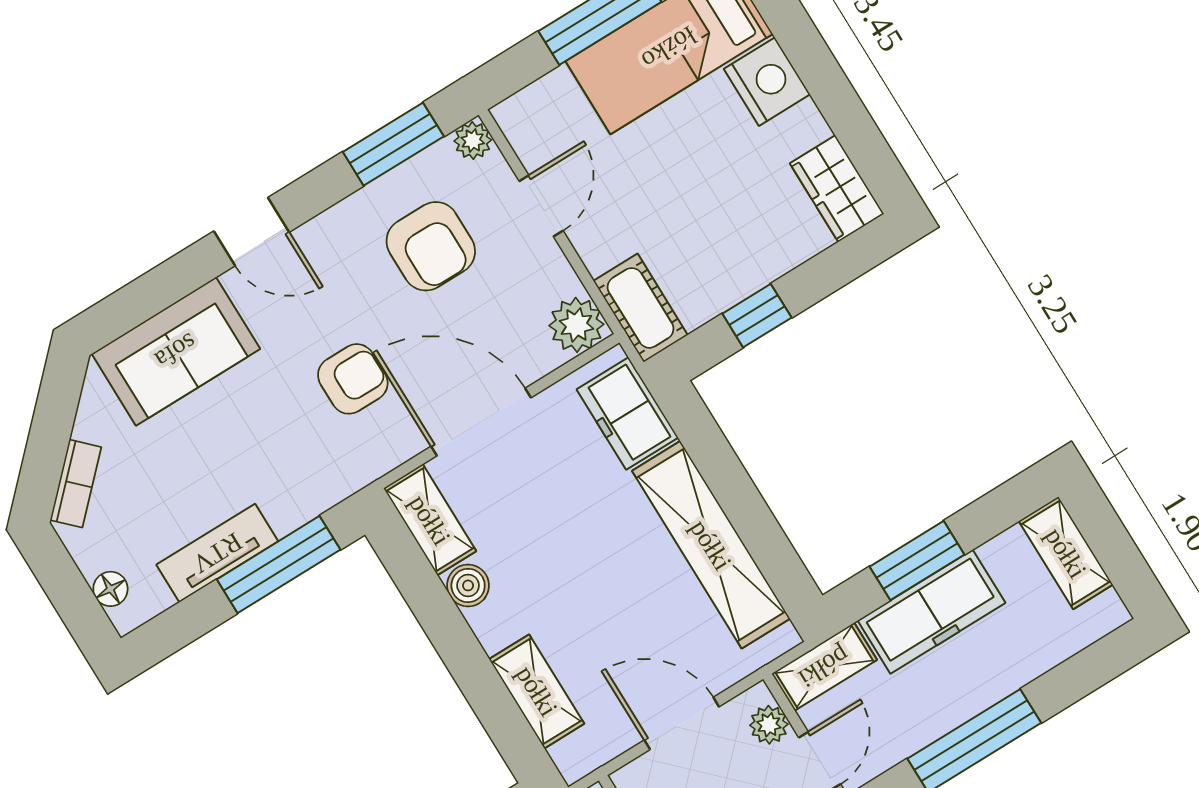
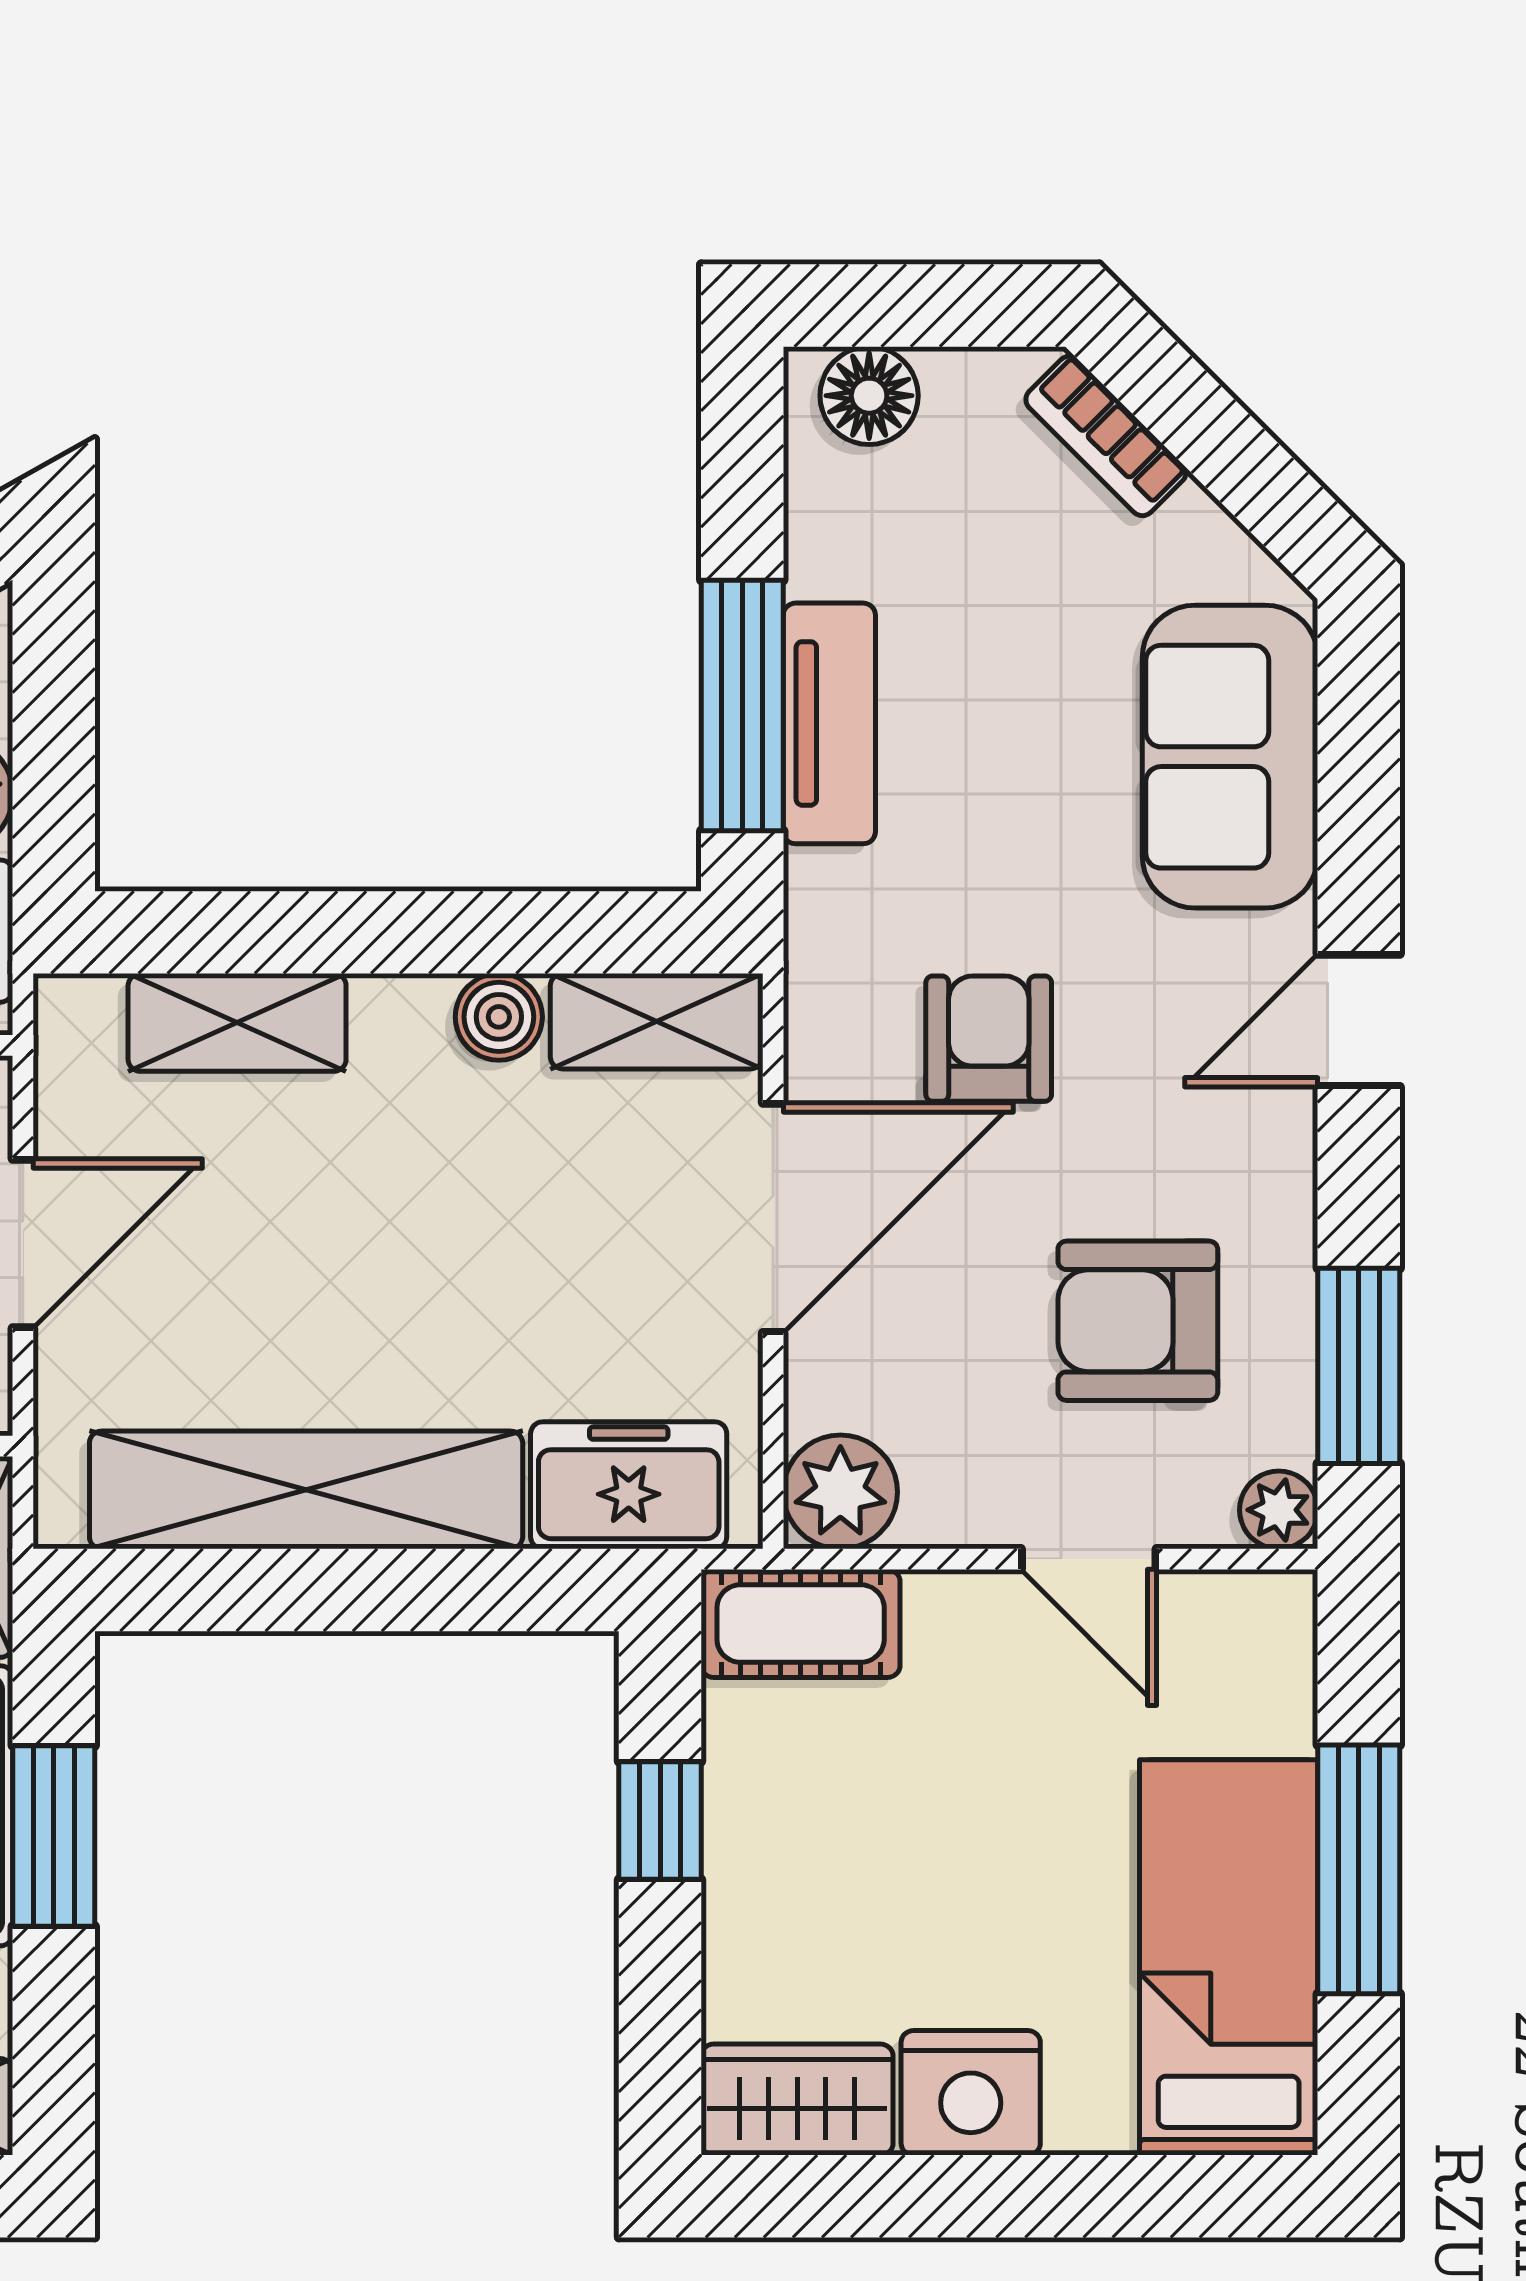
nightstand: (767, 82) -> (971, 2093), moved
armchair: (353, 379) -> (989, 1039), turned 180
tv unit: (217, 553) -> (829, 723), moved
floor lamp: (110, 589) -> (869, 396), width x1.37, depth x1.37

